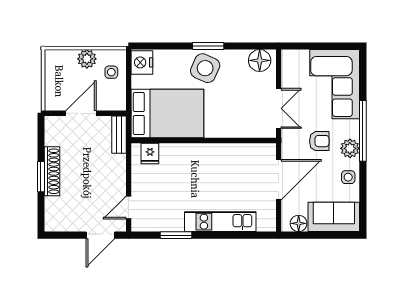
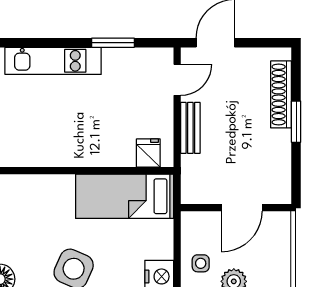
bed: (167, 114) -> (125, 196), width x0.67
bench: (119, 135) -> (190, 128), moved
shoe rack: (52, 171) -> (281, 94), moved

